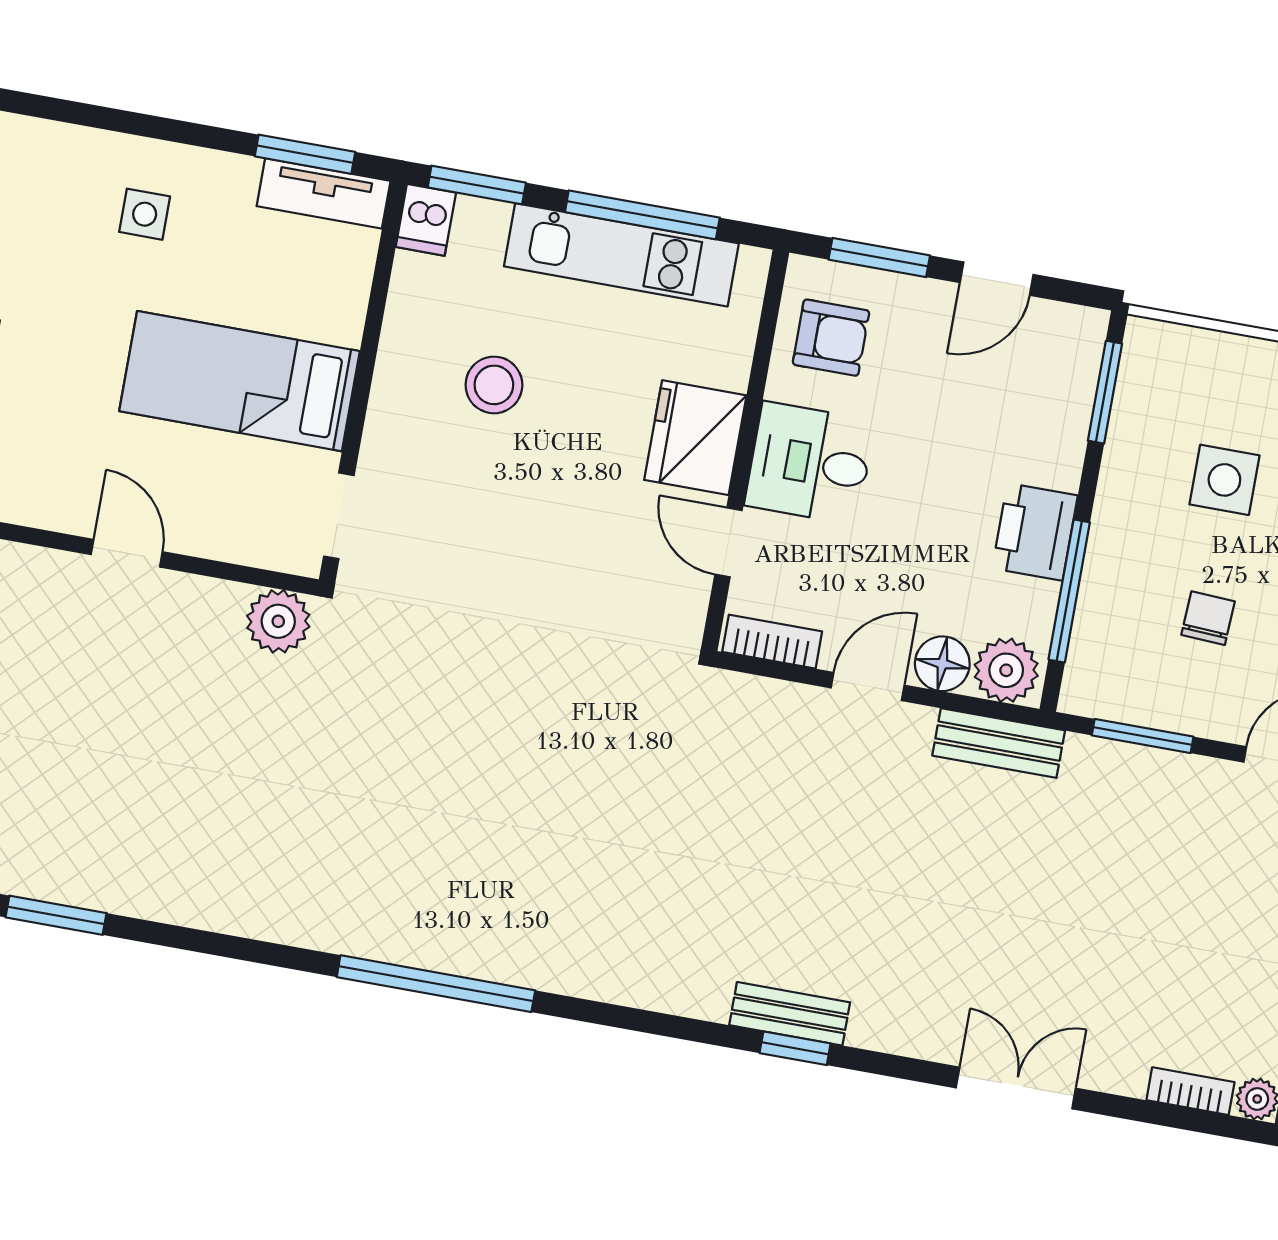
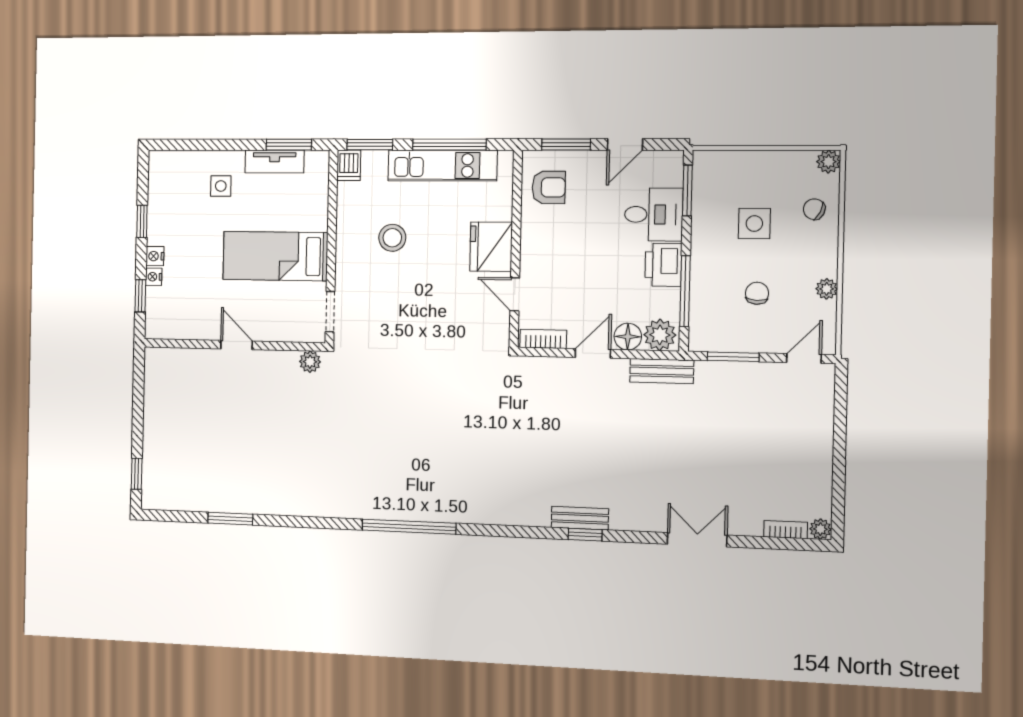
tv unit: (324, 193) -> (274, 162), moved
desk: (810, 463) -> (654, 214), moved, turned 180
plant: (278, 621) -> (310, 362), width x0.73, depth x0.73

